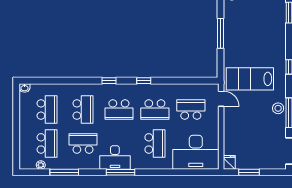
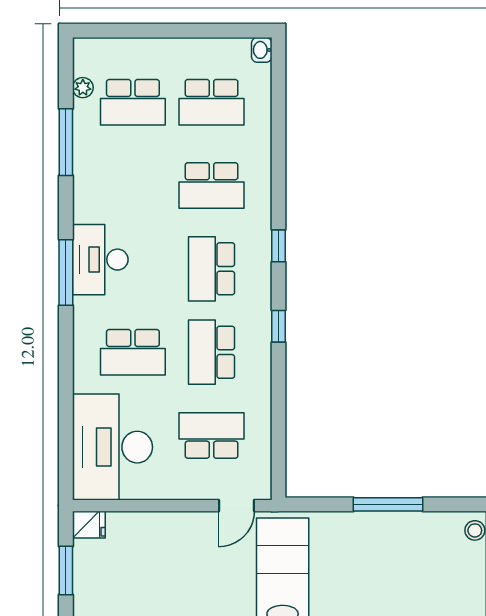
school desk: (191, 110) -> (212, 435), turned -90
school desk: (83, 143) -> (133, 185), removed

